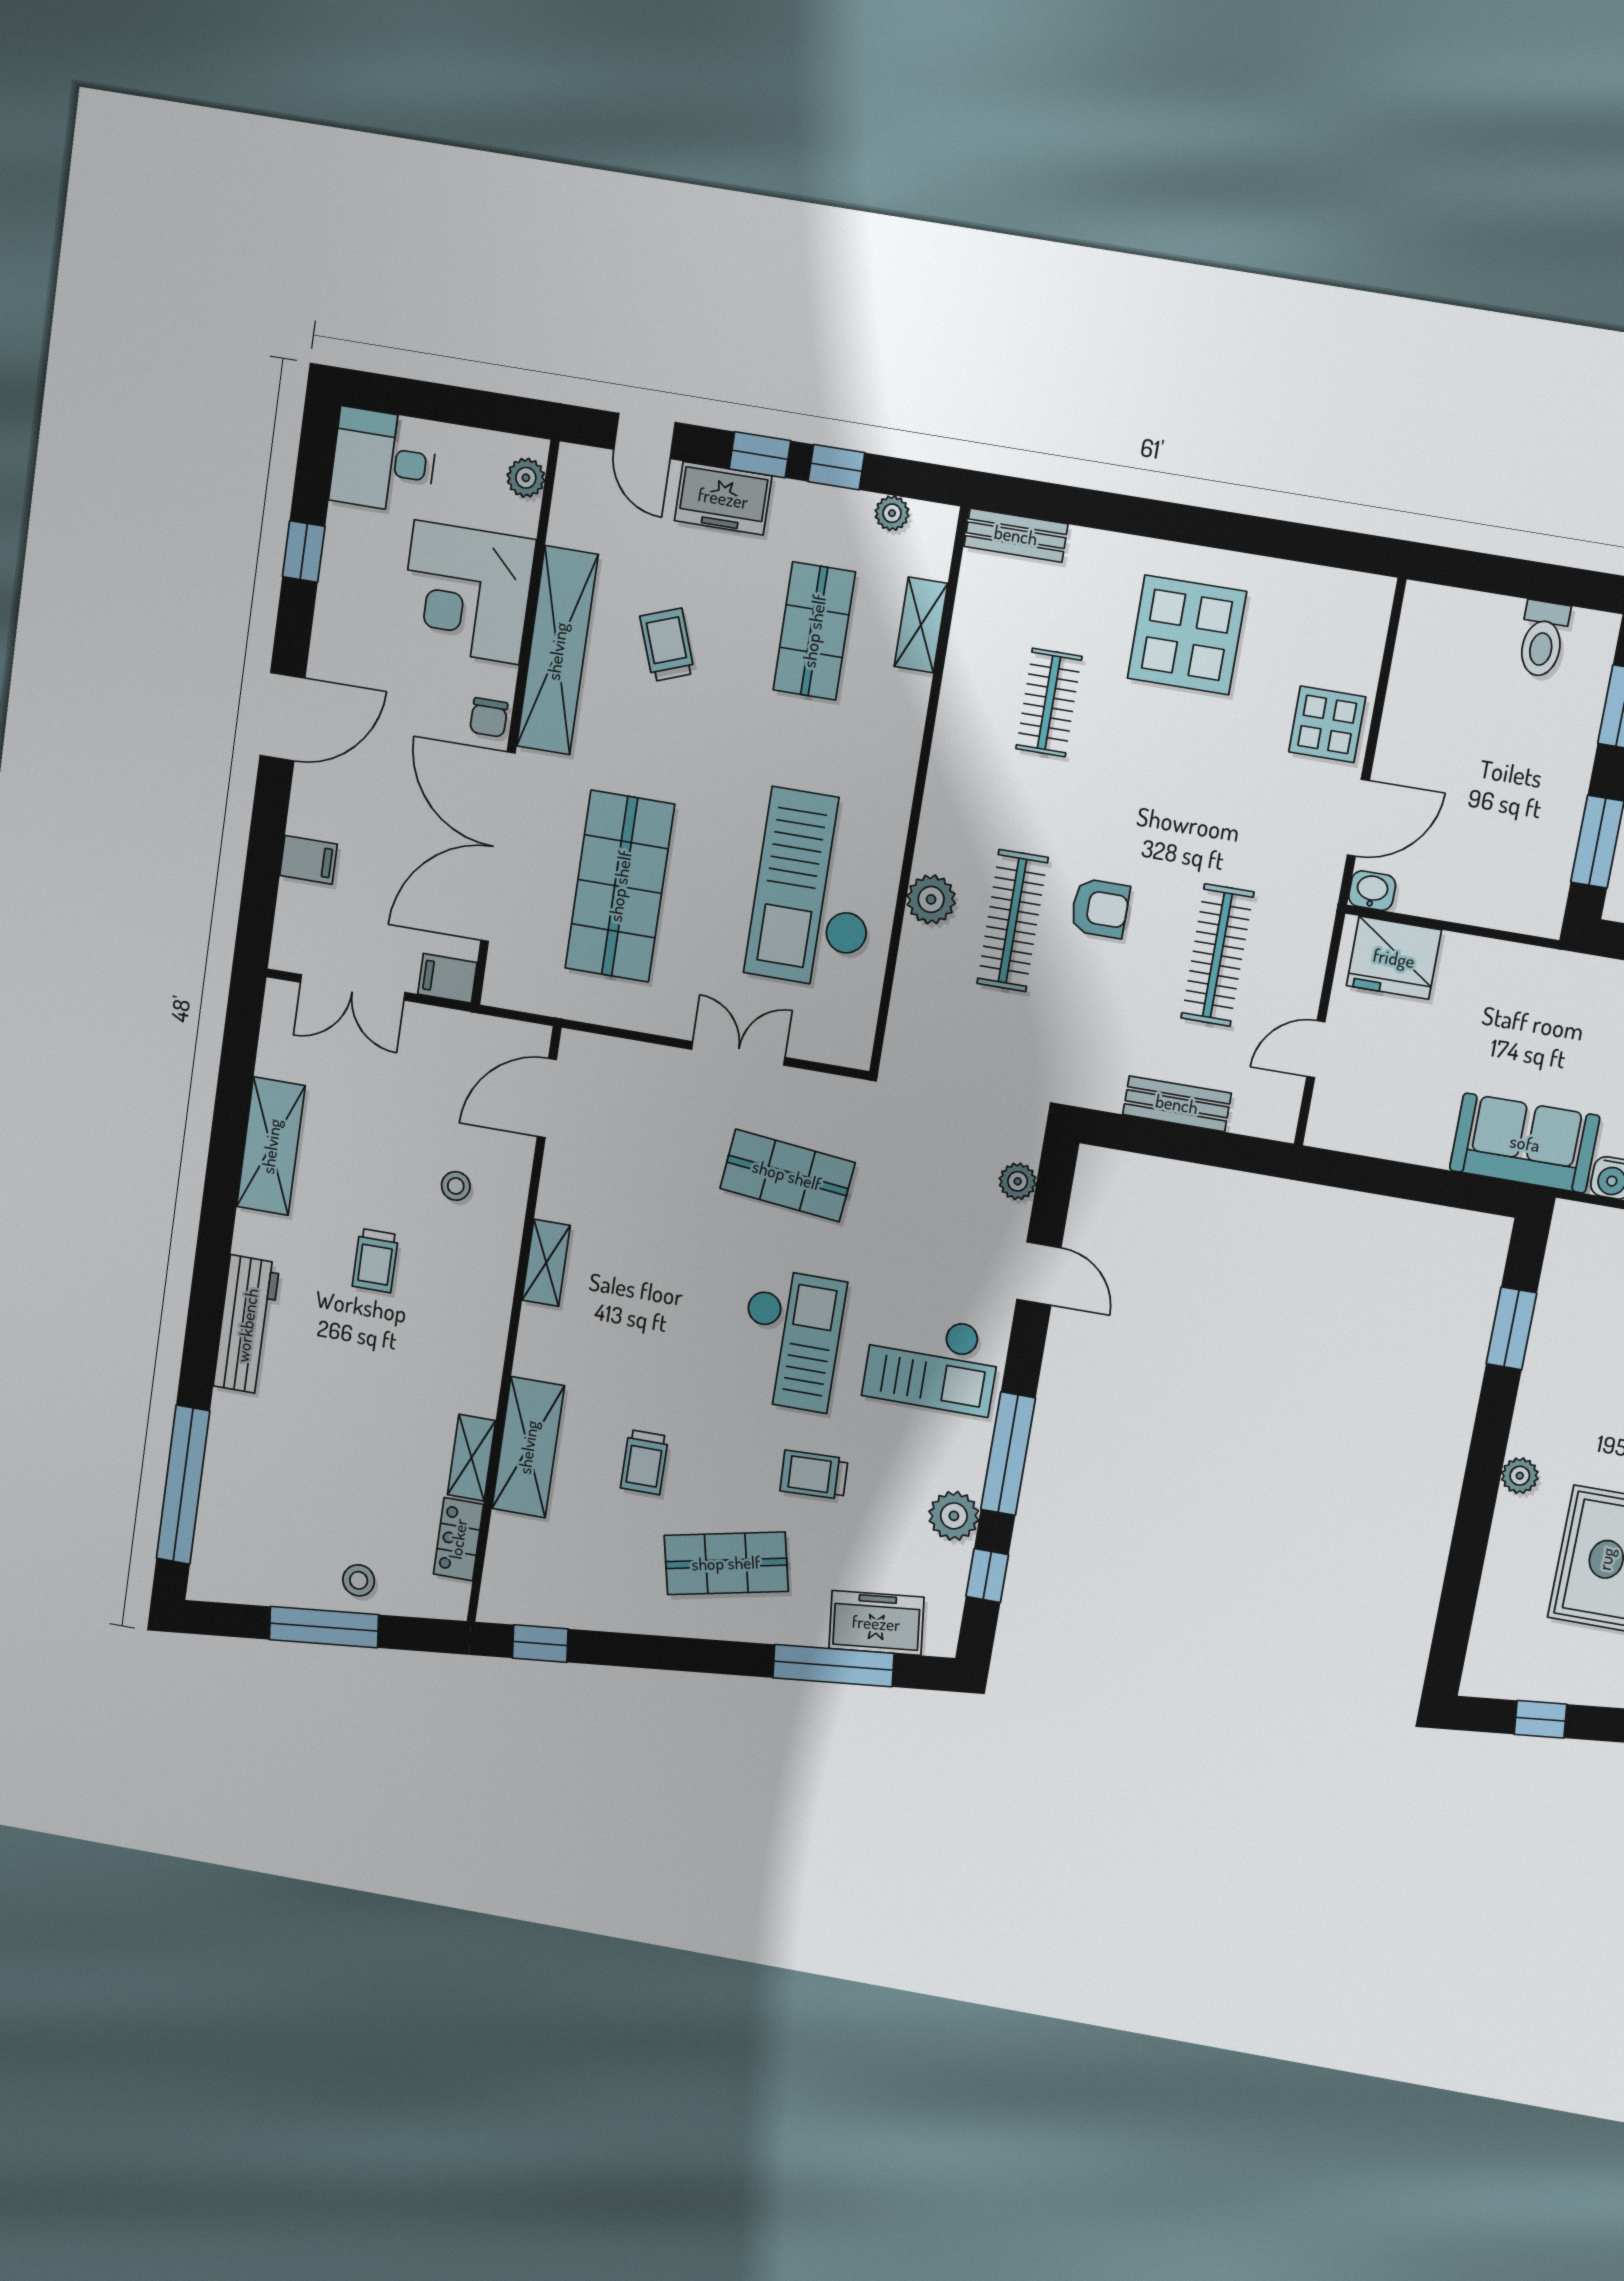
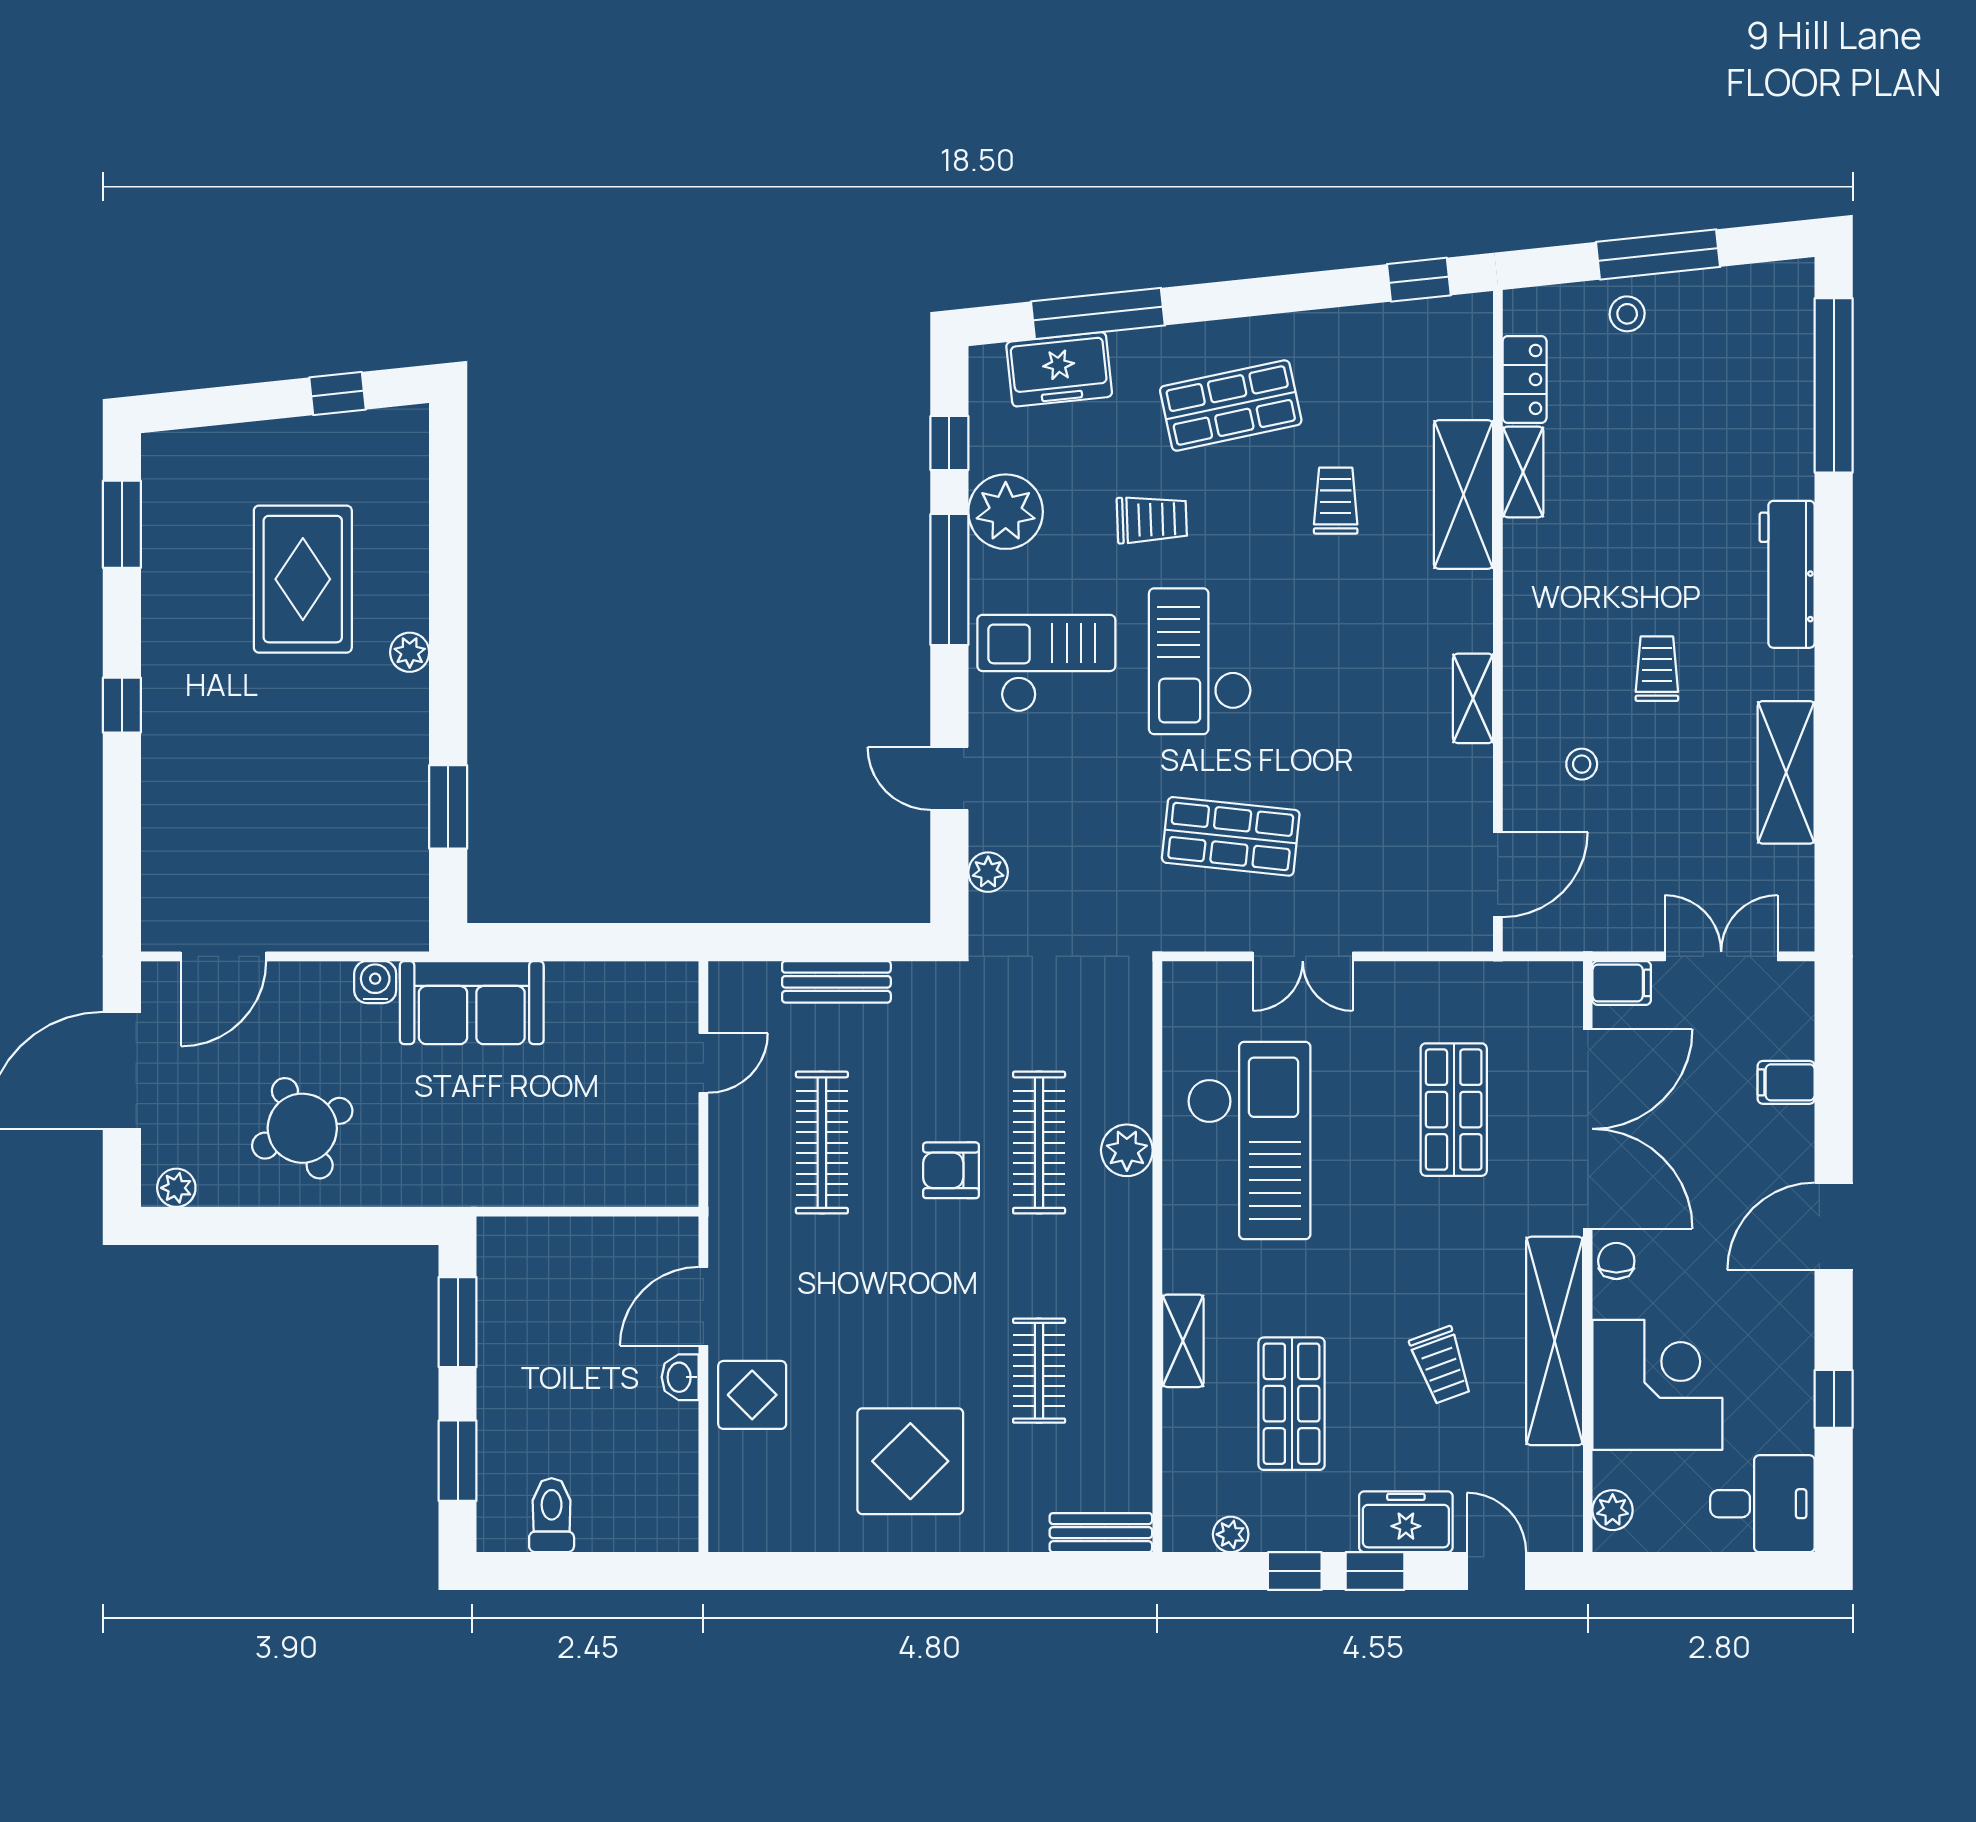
shelving: (921, 625) -> (1183, 1341), moved
shop shelf: (620, 886) -> (1454, 1110), width x0.70, depth x0.74
washbasin: (1372, 891) -> (680, 1377), moved, turned 90
fridge: (1394, 958) -> (641, 1170), removed
plant: (954, 1516) -> (1006, 512), width x1.36, depth x1.36

